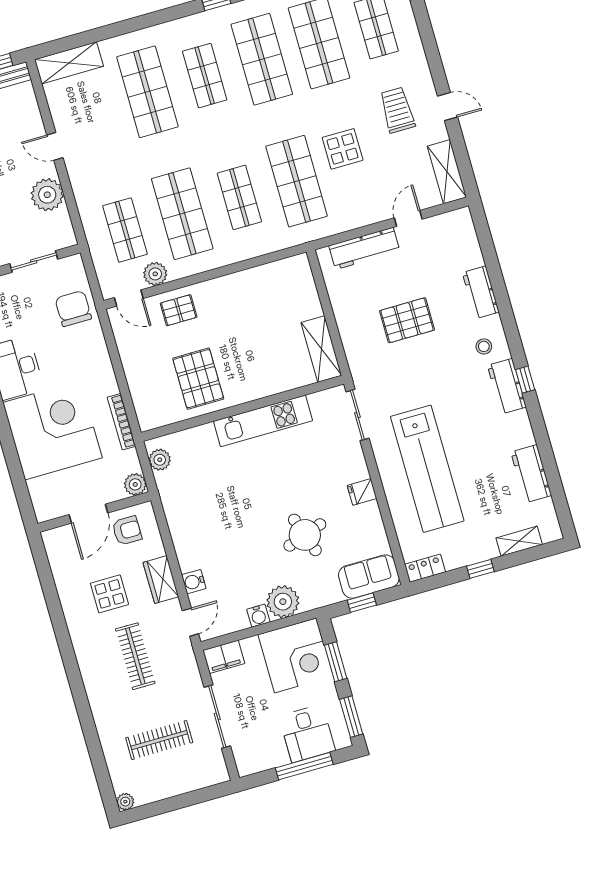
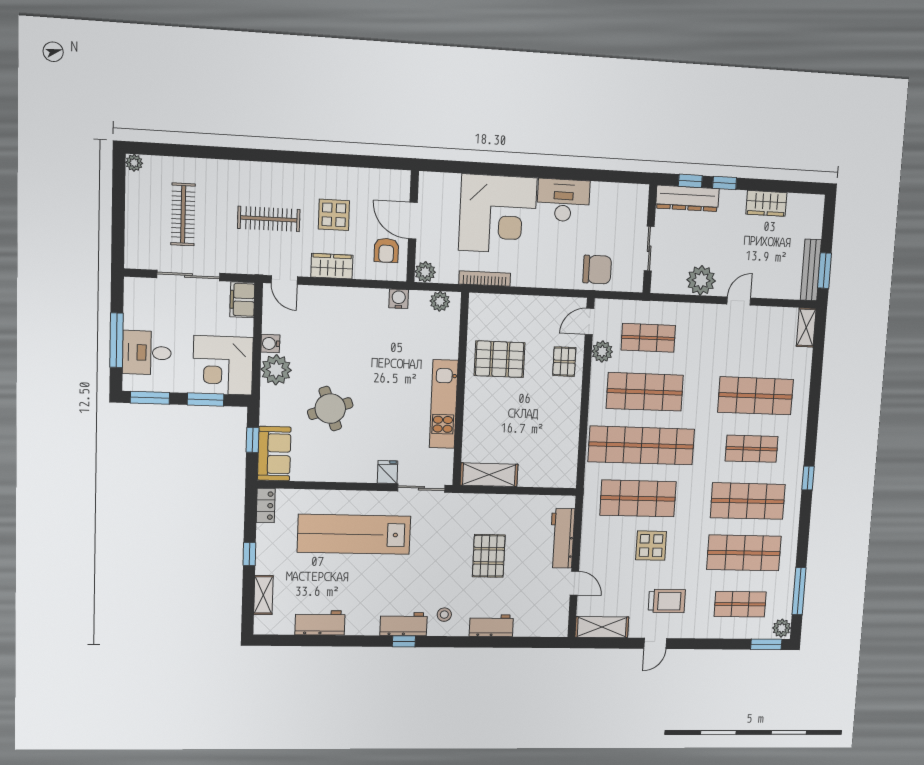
shelving: (69, 63) -> (806, 327), width x0.67, depth x0.75
shop shelf: (239, 197) -> (641, 445), width x2.00, depth x1.36
fridge: (362, 492) -> (388, 472), moved
water cooler: (194, 582) -> (399, 299), moved

